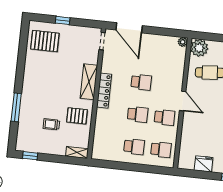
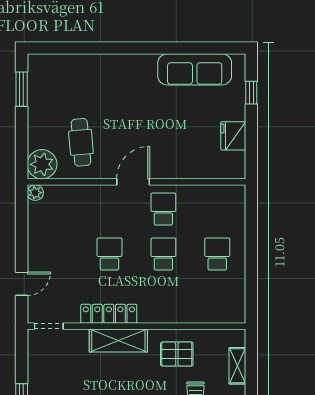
door: (129, 28) -> (22, 284), width x0.53
locker: (104, 91) -> (109, 314), moved
pallet: (77, 116) -> (177, 354), turned 90
school desk: (161, 150) -> (217, 209), removed
shelving: (77, 152) -> (237, 366), moved

